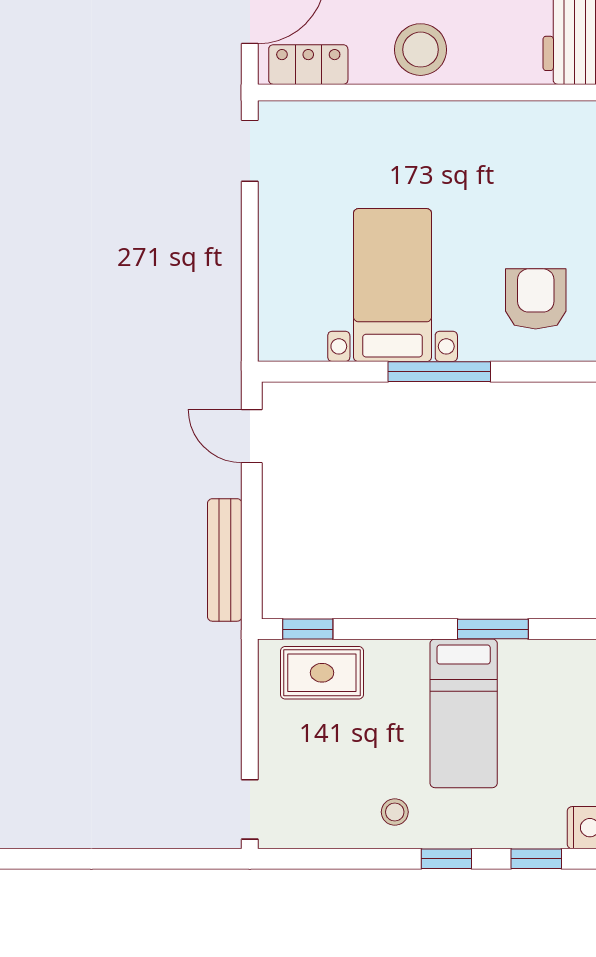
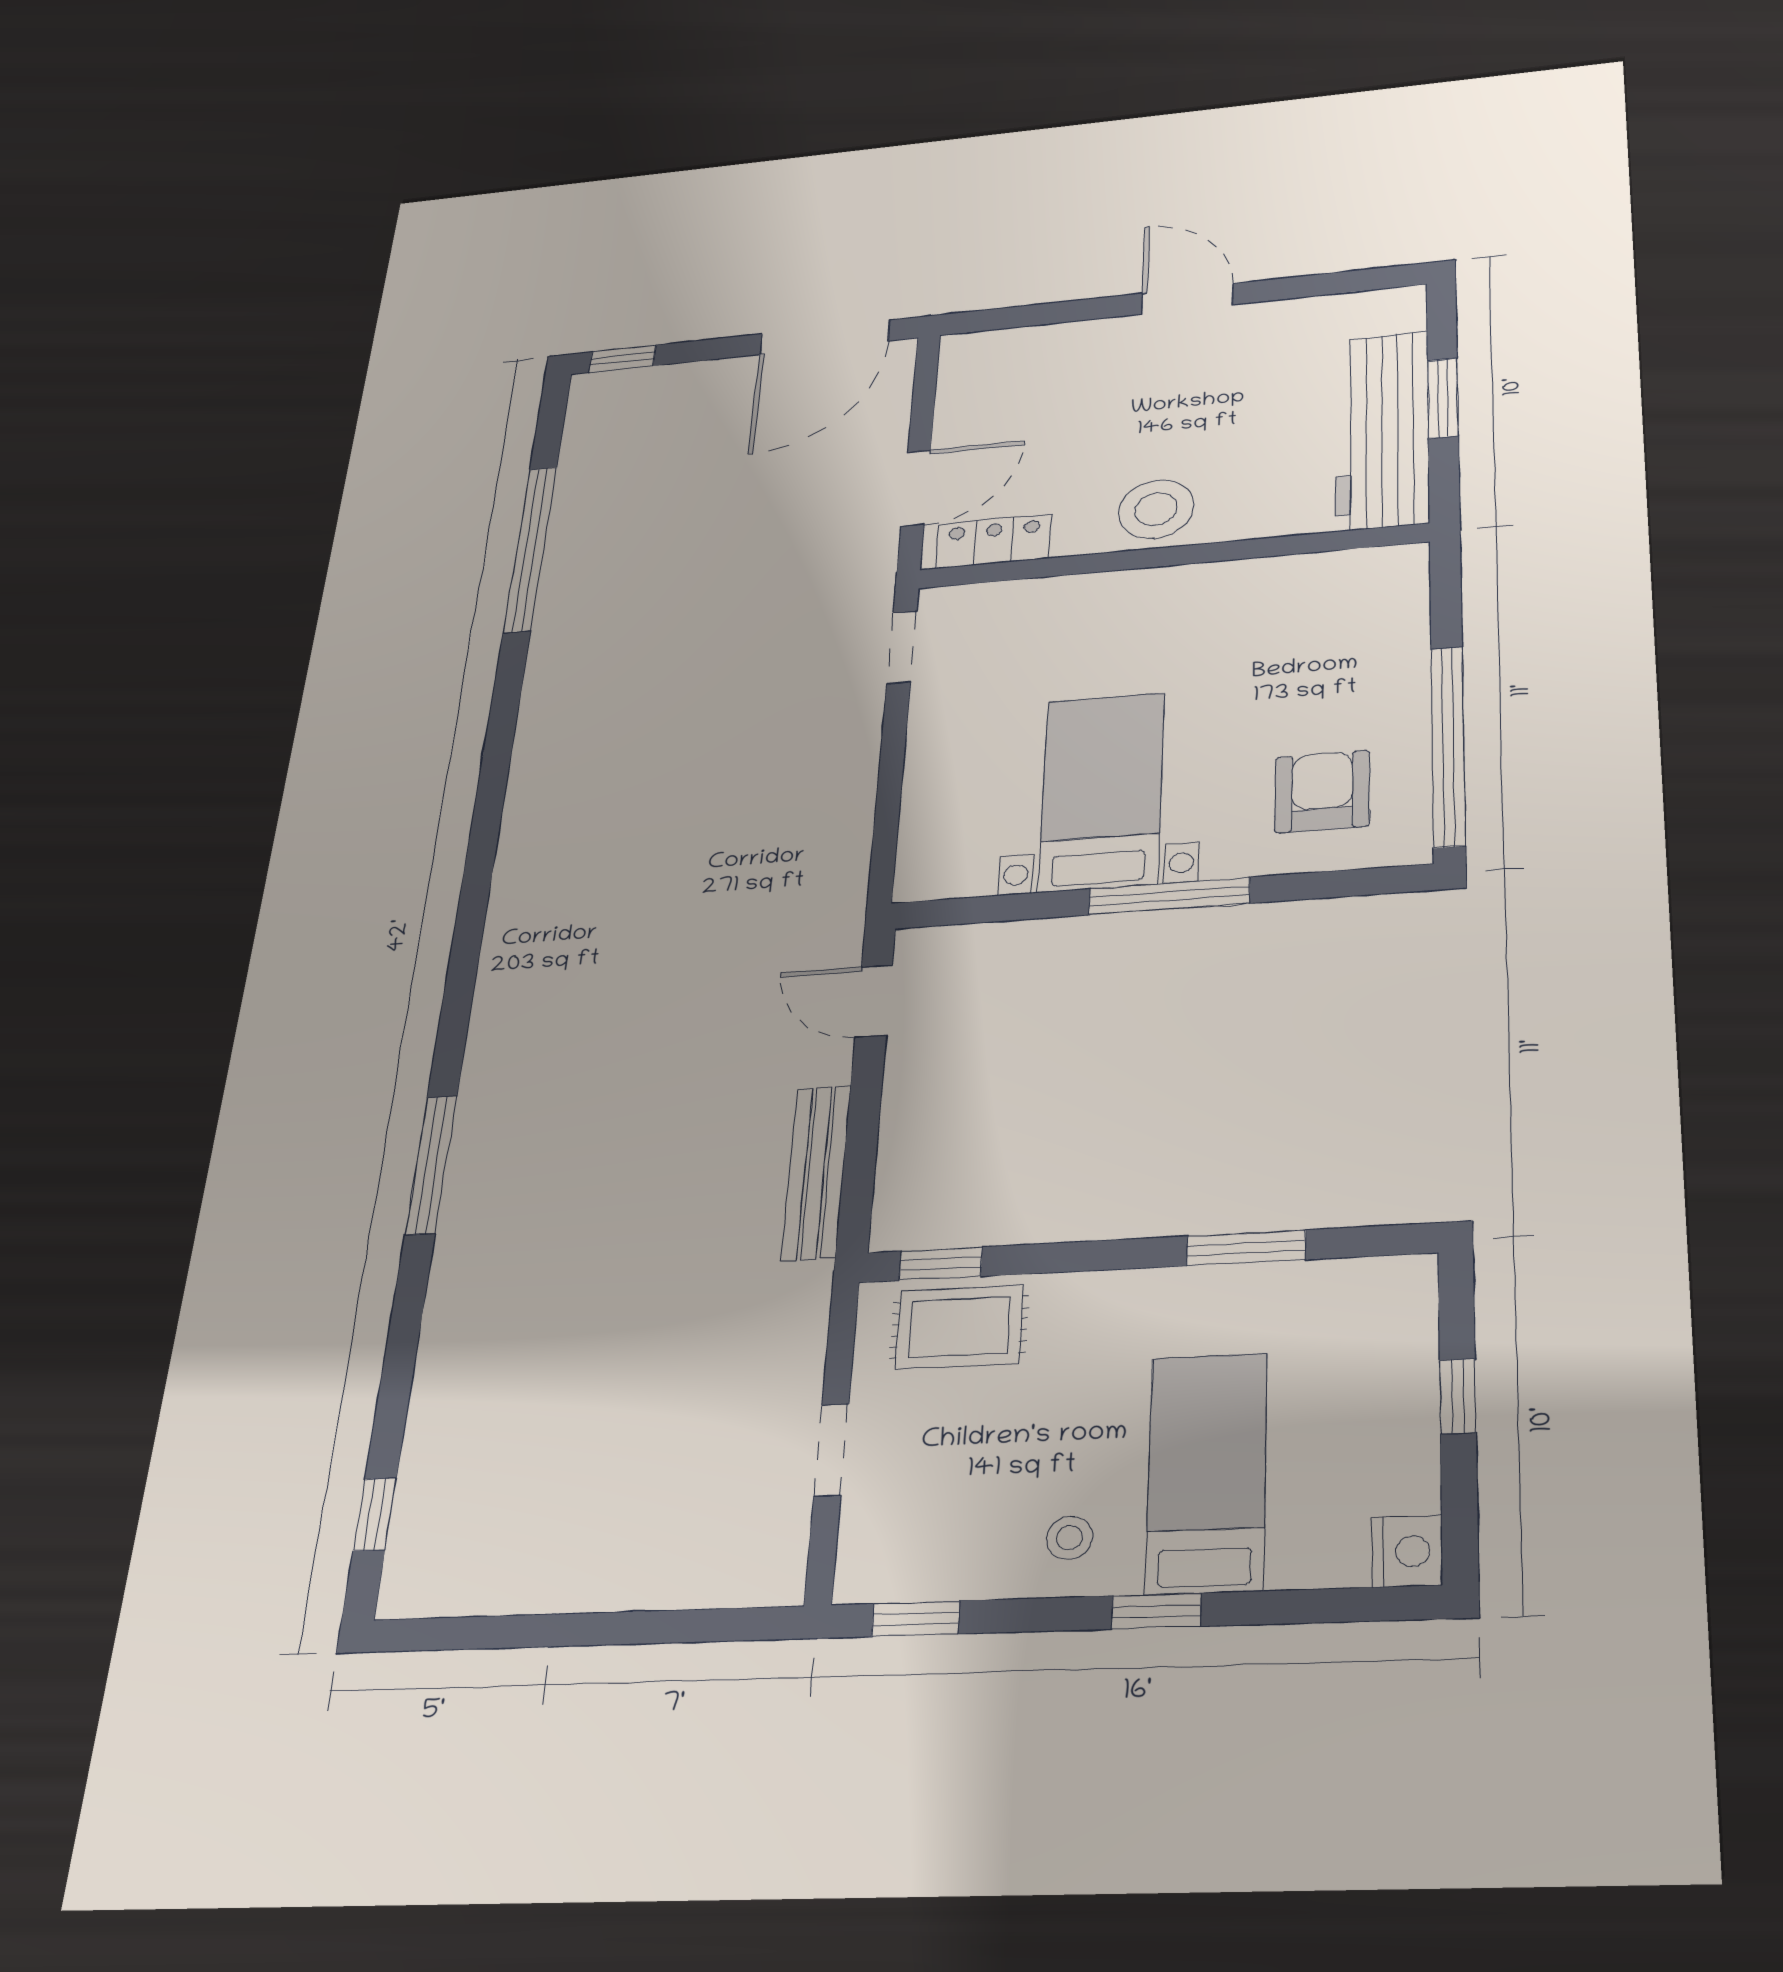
bed: (464, 713) -> (1207, 1472), moved, turned 180
doorway: (250, 809) -> (831, 1450), moved
window: (536, 859) -> (916, 1619), moved

